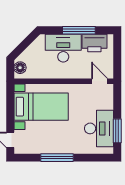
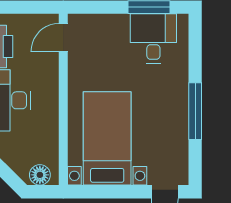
desk: (99, 128) -> (153, 39), width x0.73

